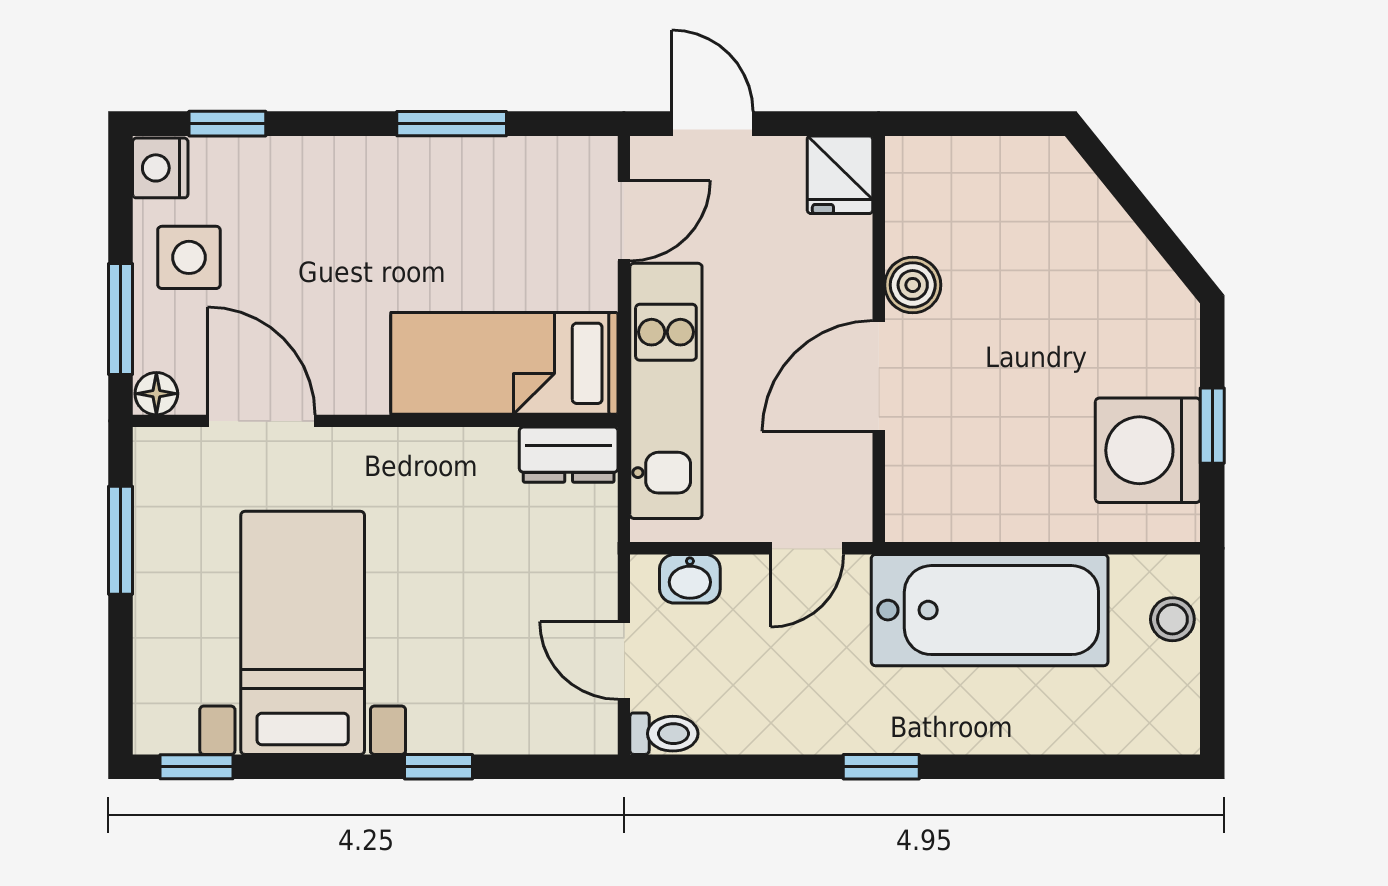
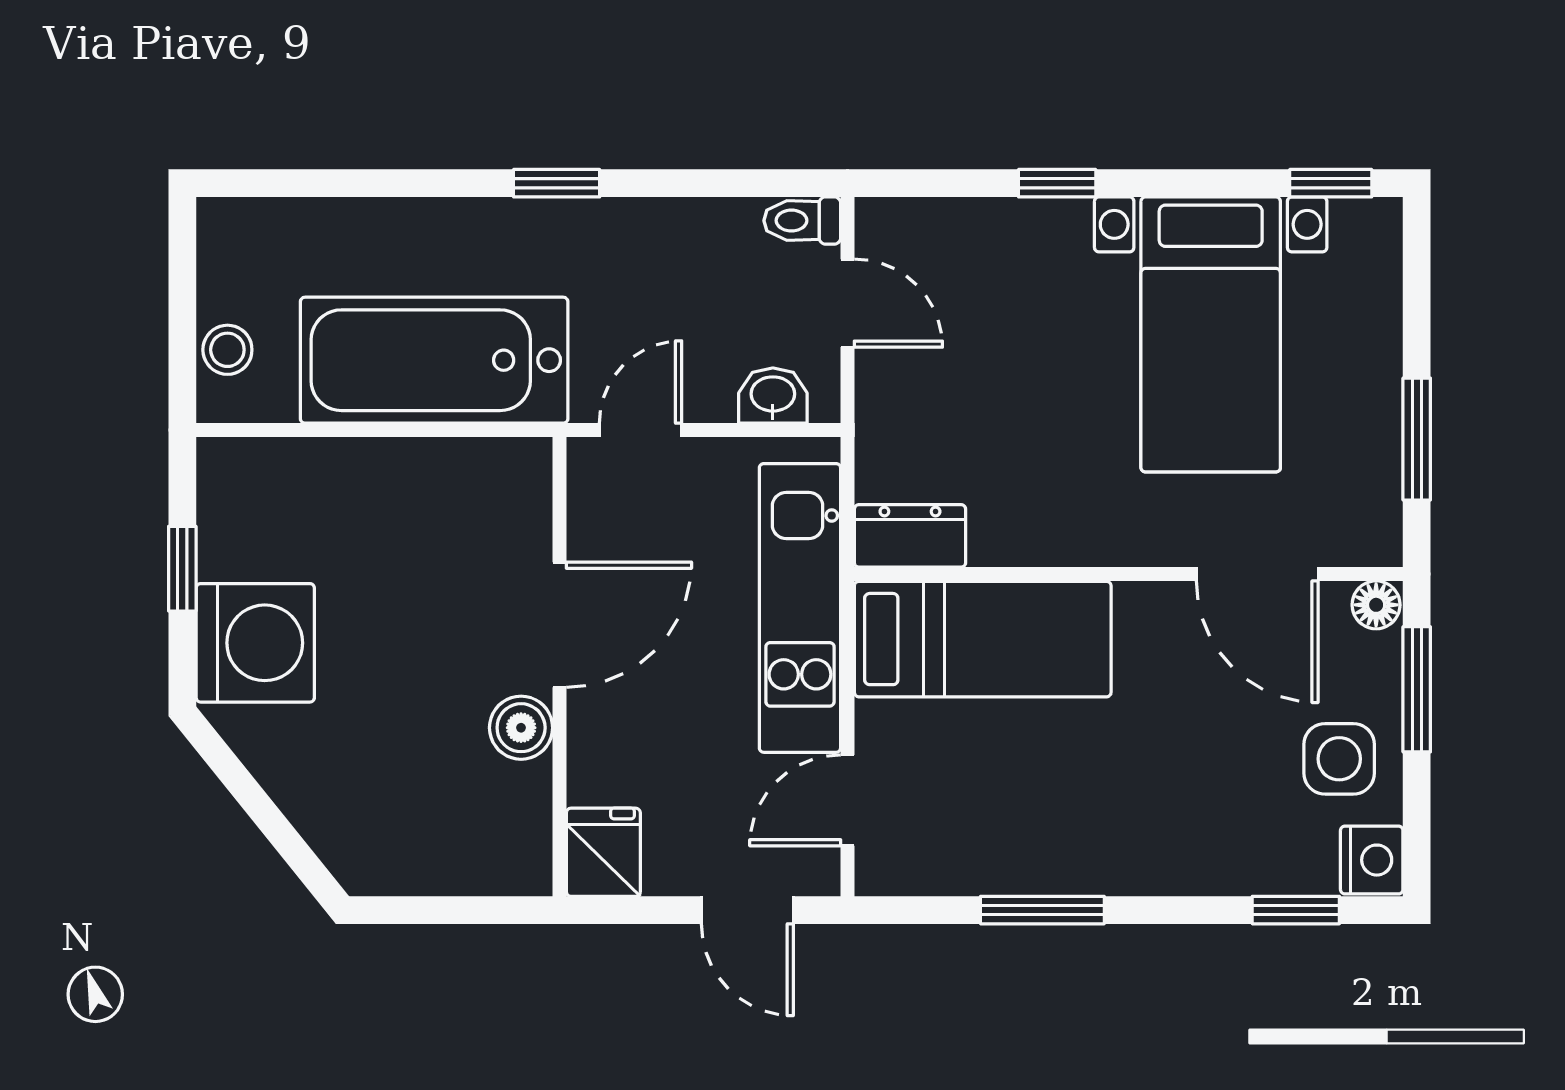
washing machine: (1148, 450) -> (255, 643), moved

